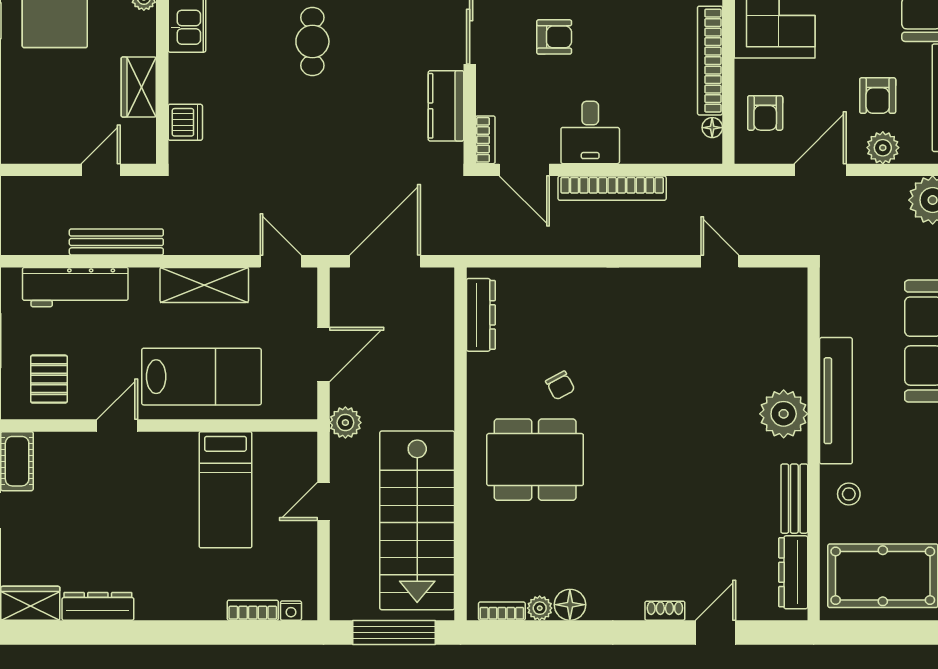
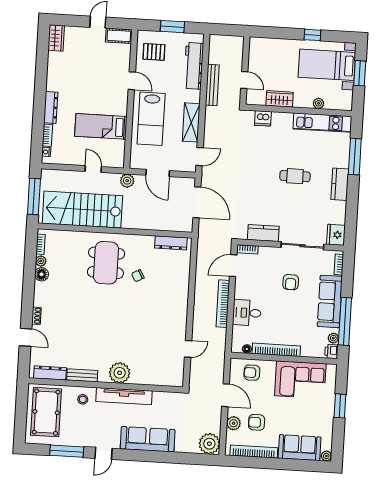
desk: (590, 132) -> (247, 313), moved
dresser: (98, 606) -> (51, 107), moved

